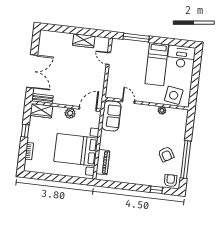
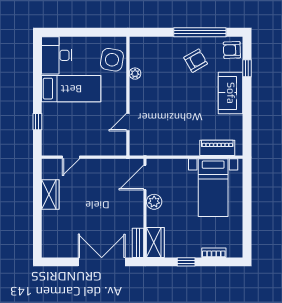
window: (136, 38) -> (37, 122), width x0.46
door: (88, 109) -> (145, 178), hinge flipped
sofa: (111, 116) -> (231, 93), moved, turned -90
bed with nightstands: (76, 150) -> (213, 188), width x0.73

